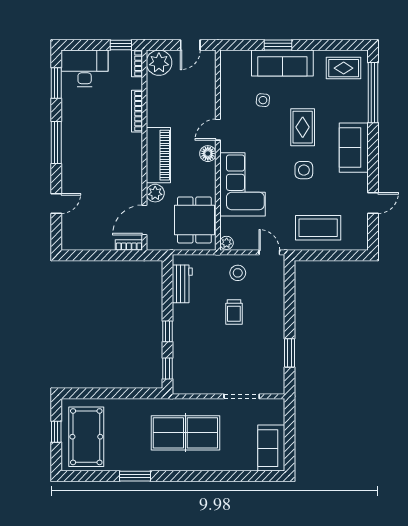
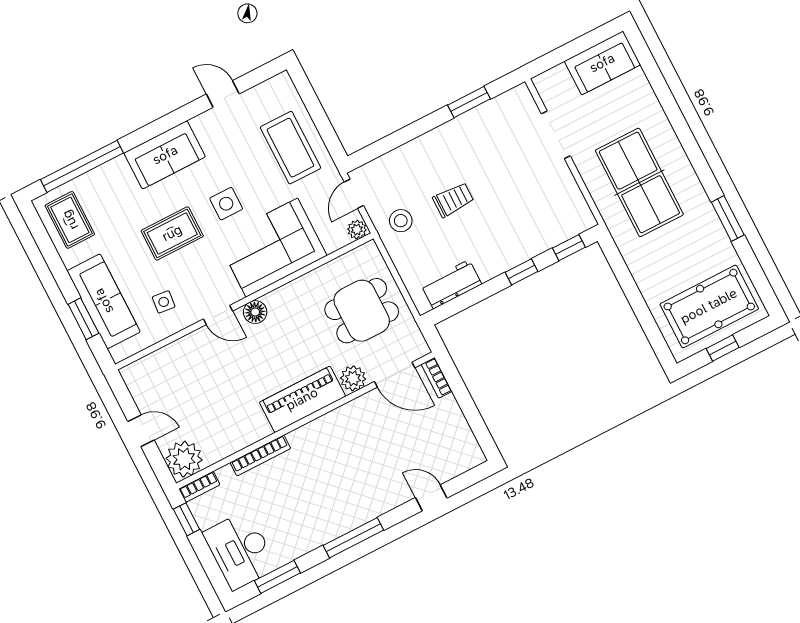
door: (218, 130) -> (218, 315), moved
wall: (218, 150) -> (244, 301), moved
floor lamp: (208, 154) -> (255, 312), moved
corner sofa: (242, 184) -> (272, 248), moved
plant: (227, 243) -> (357, 230), moved

